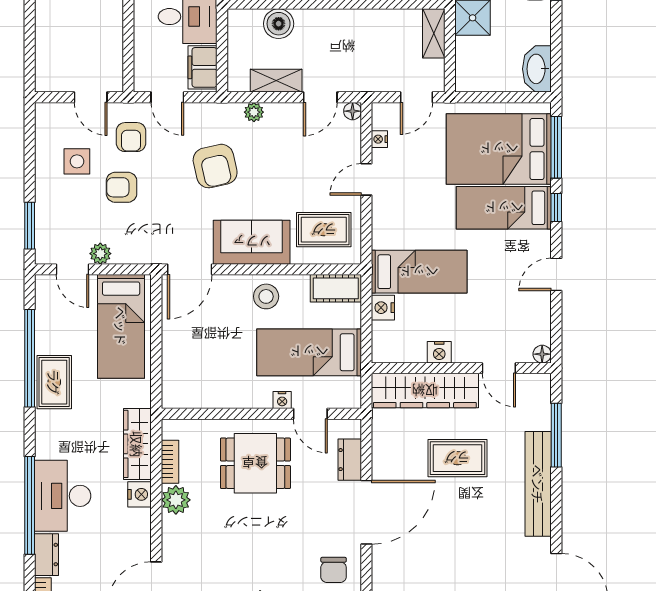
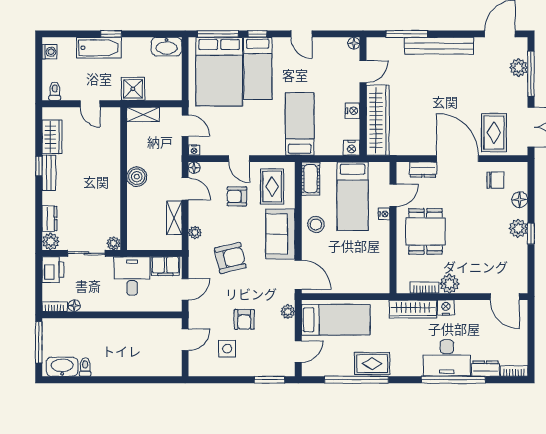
boiler: (279, 24) -> (137, 177), moved
armchair: (131, 137) -> (237, 196), moved, turned 180
nightstand: (379, 139) -> (194, 150), moved
plant: (100, 254) -> (288, 312), moved
nightstand: (383, 308) -> (352, 148), moved
rug: (457, 458) -> (494, 133), moved

